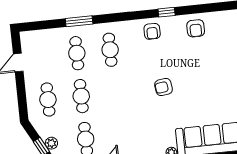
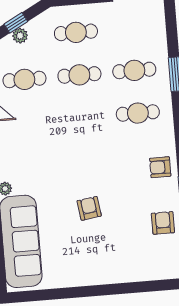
armchair: (196, 28) -> (163, 223), turned 90
armchair: (164, 87) -> (89, 208), moved

